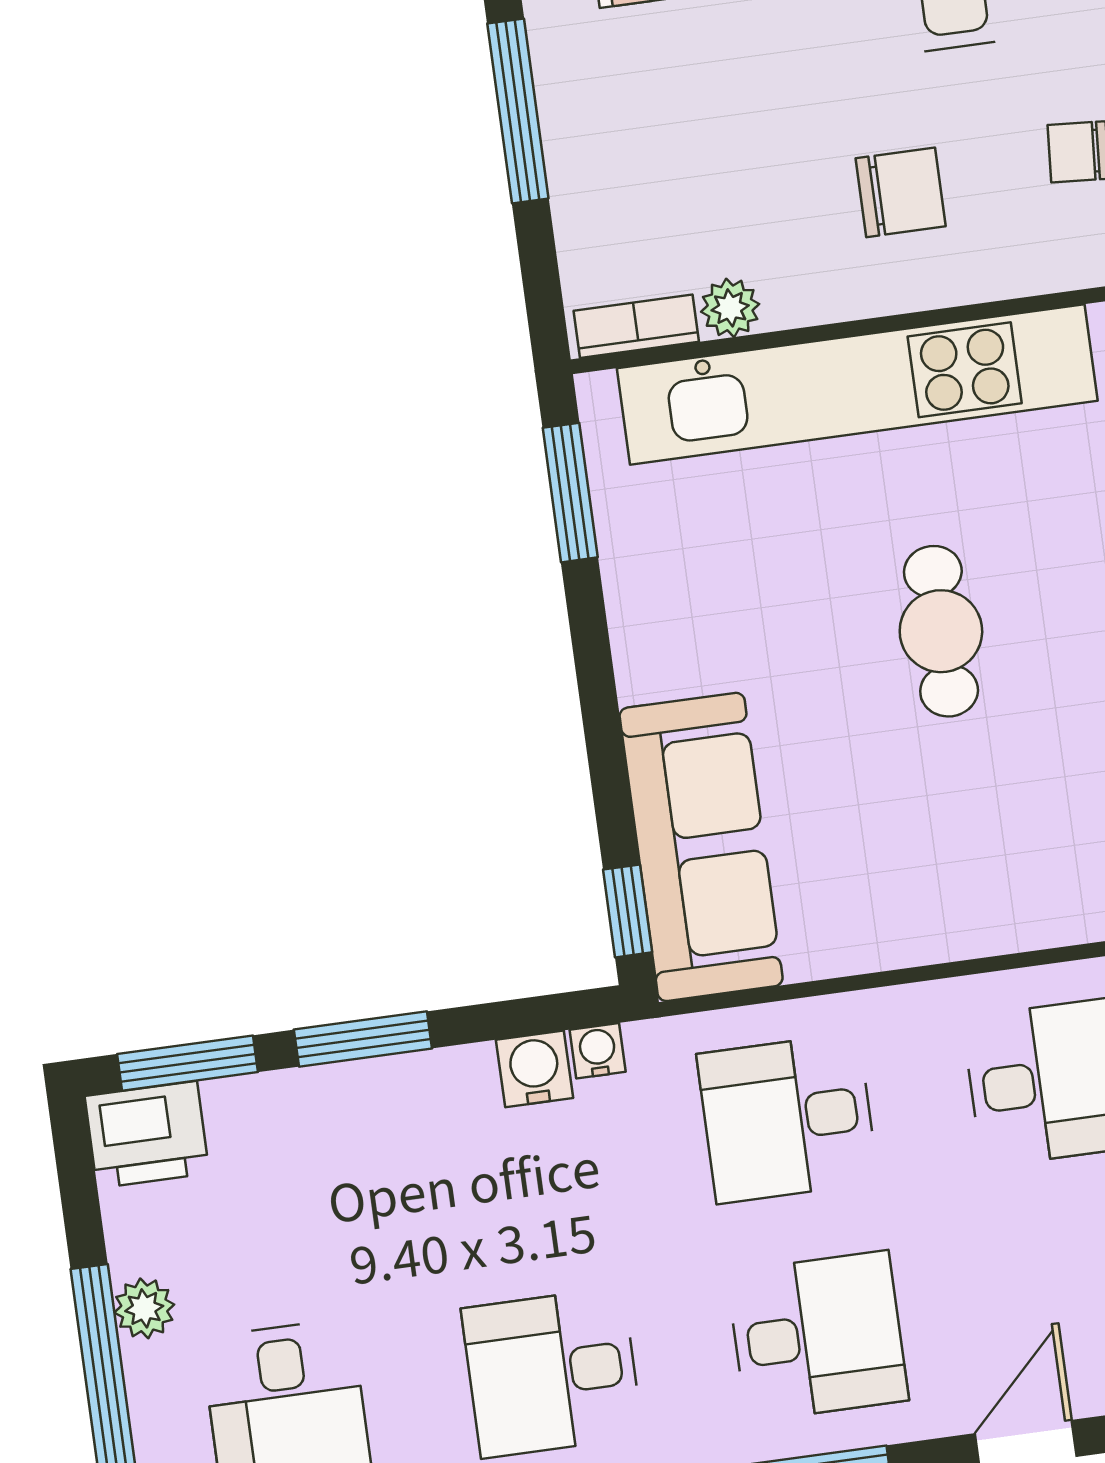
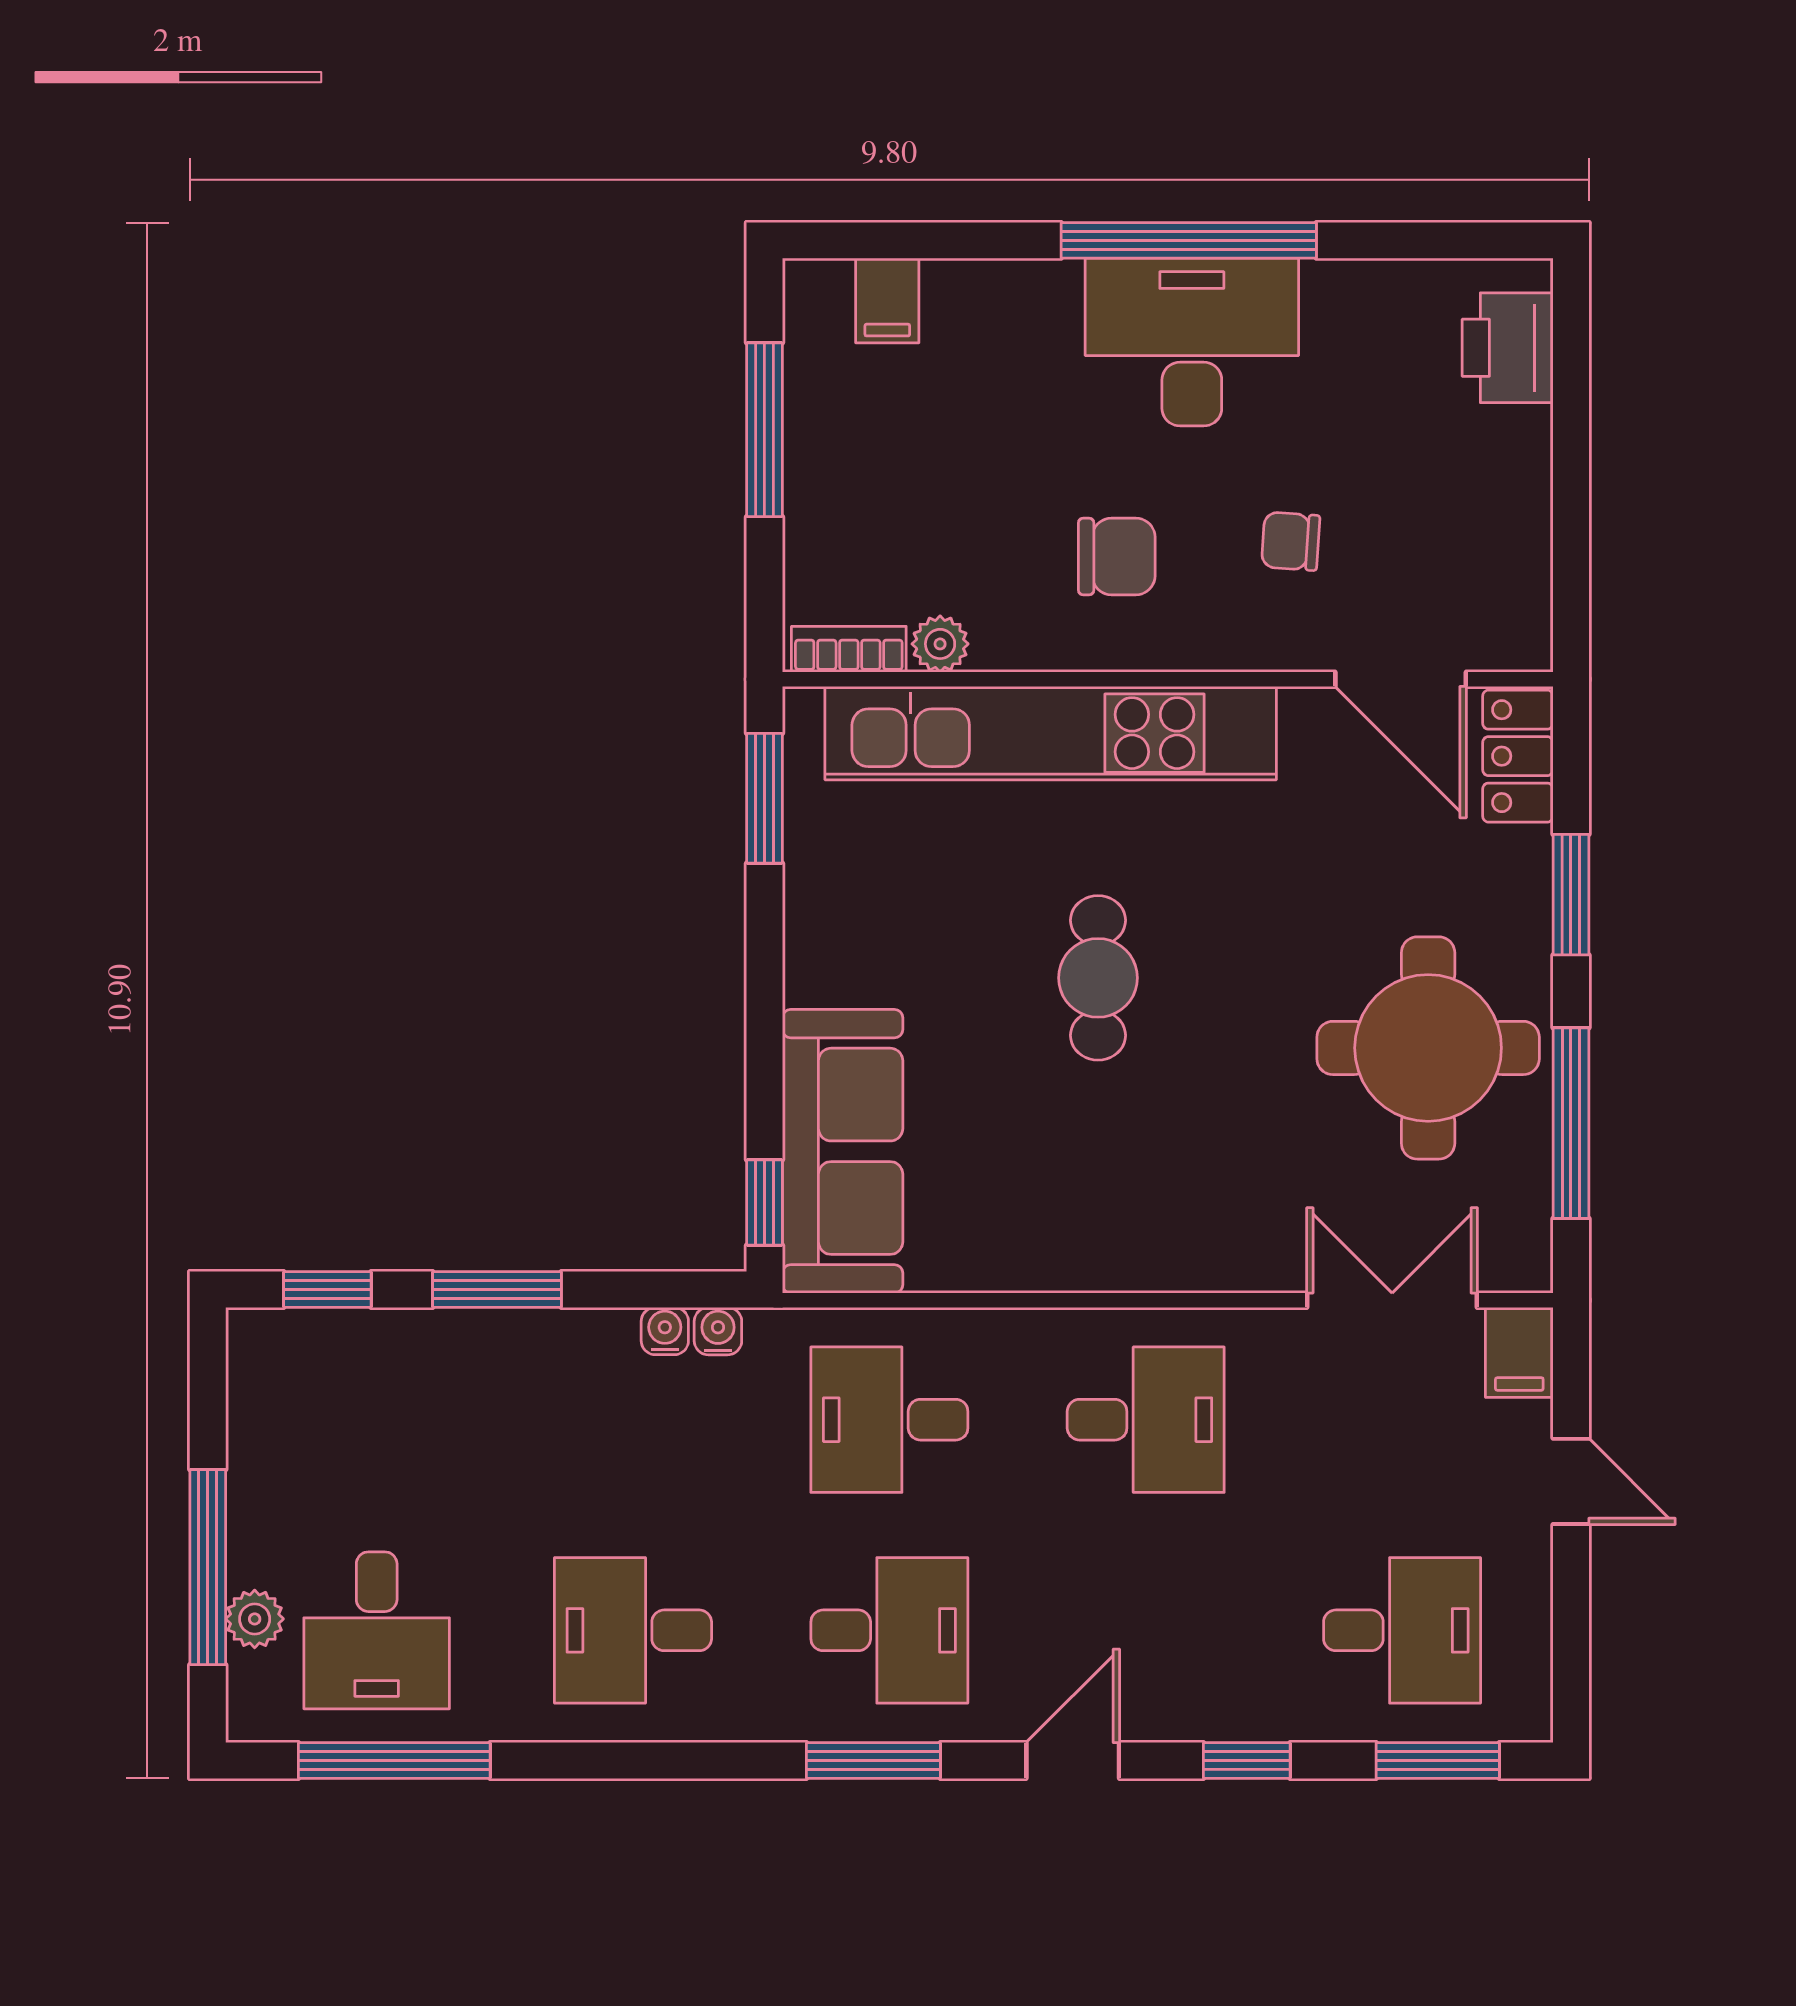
window: (187, 1063) -> (327, 1290), width x0.67
water cooler: (535, 1069) -> (665, 1331), width x0.72, depth x0.72
printer: (147, 1135) -> (280, 1352), removed
plant: (144, 1308) -> (255, 1619), moved

